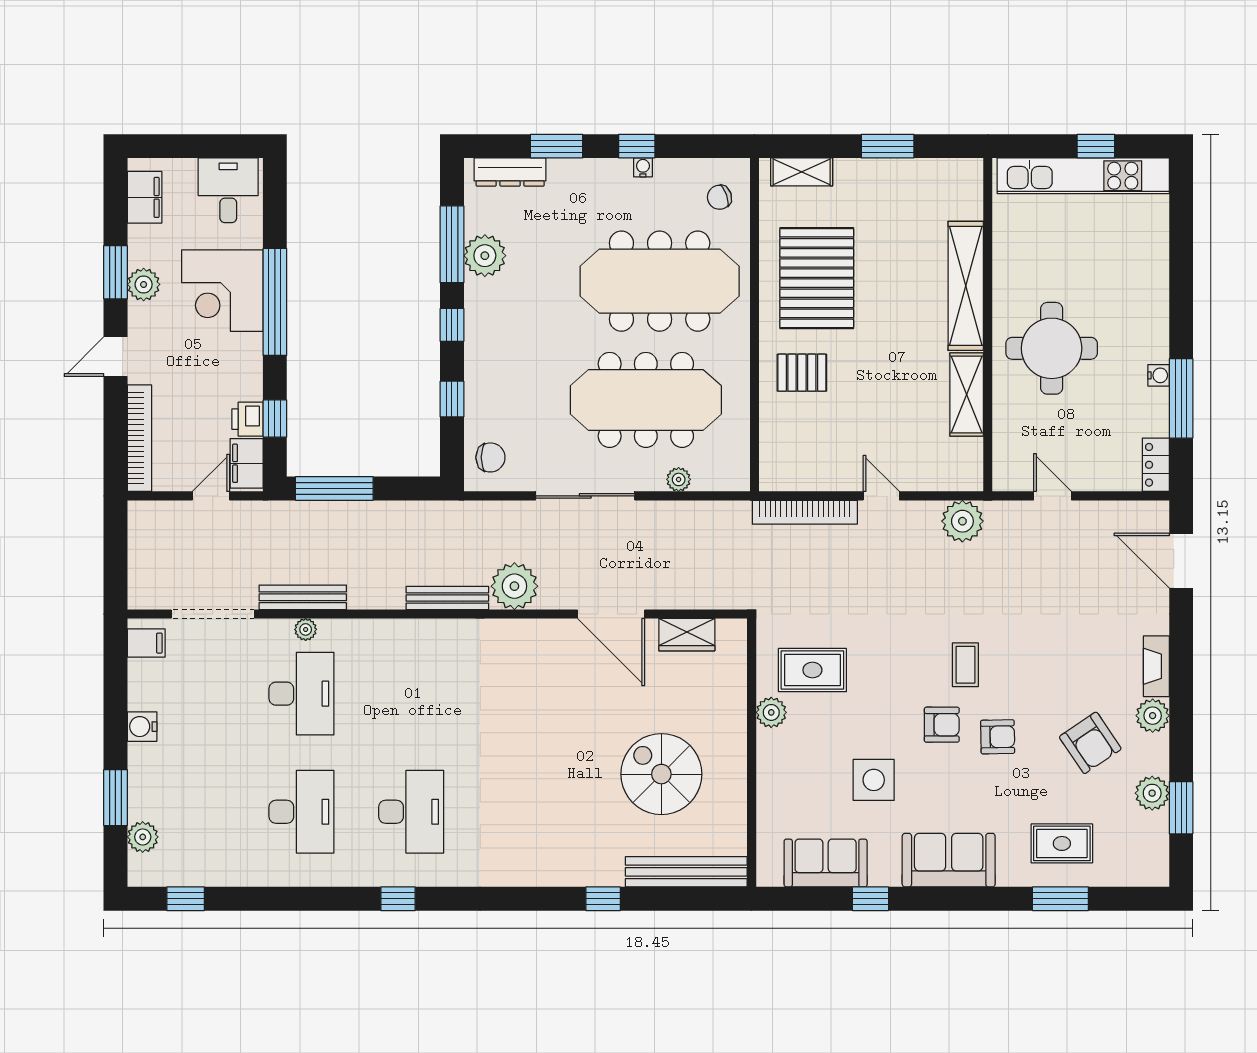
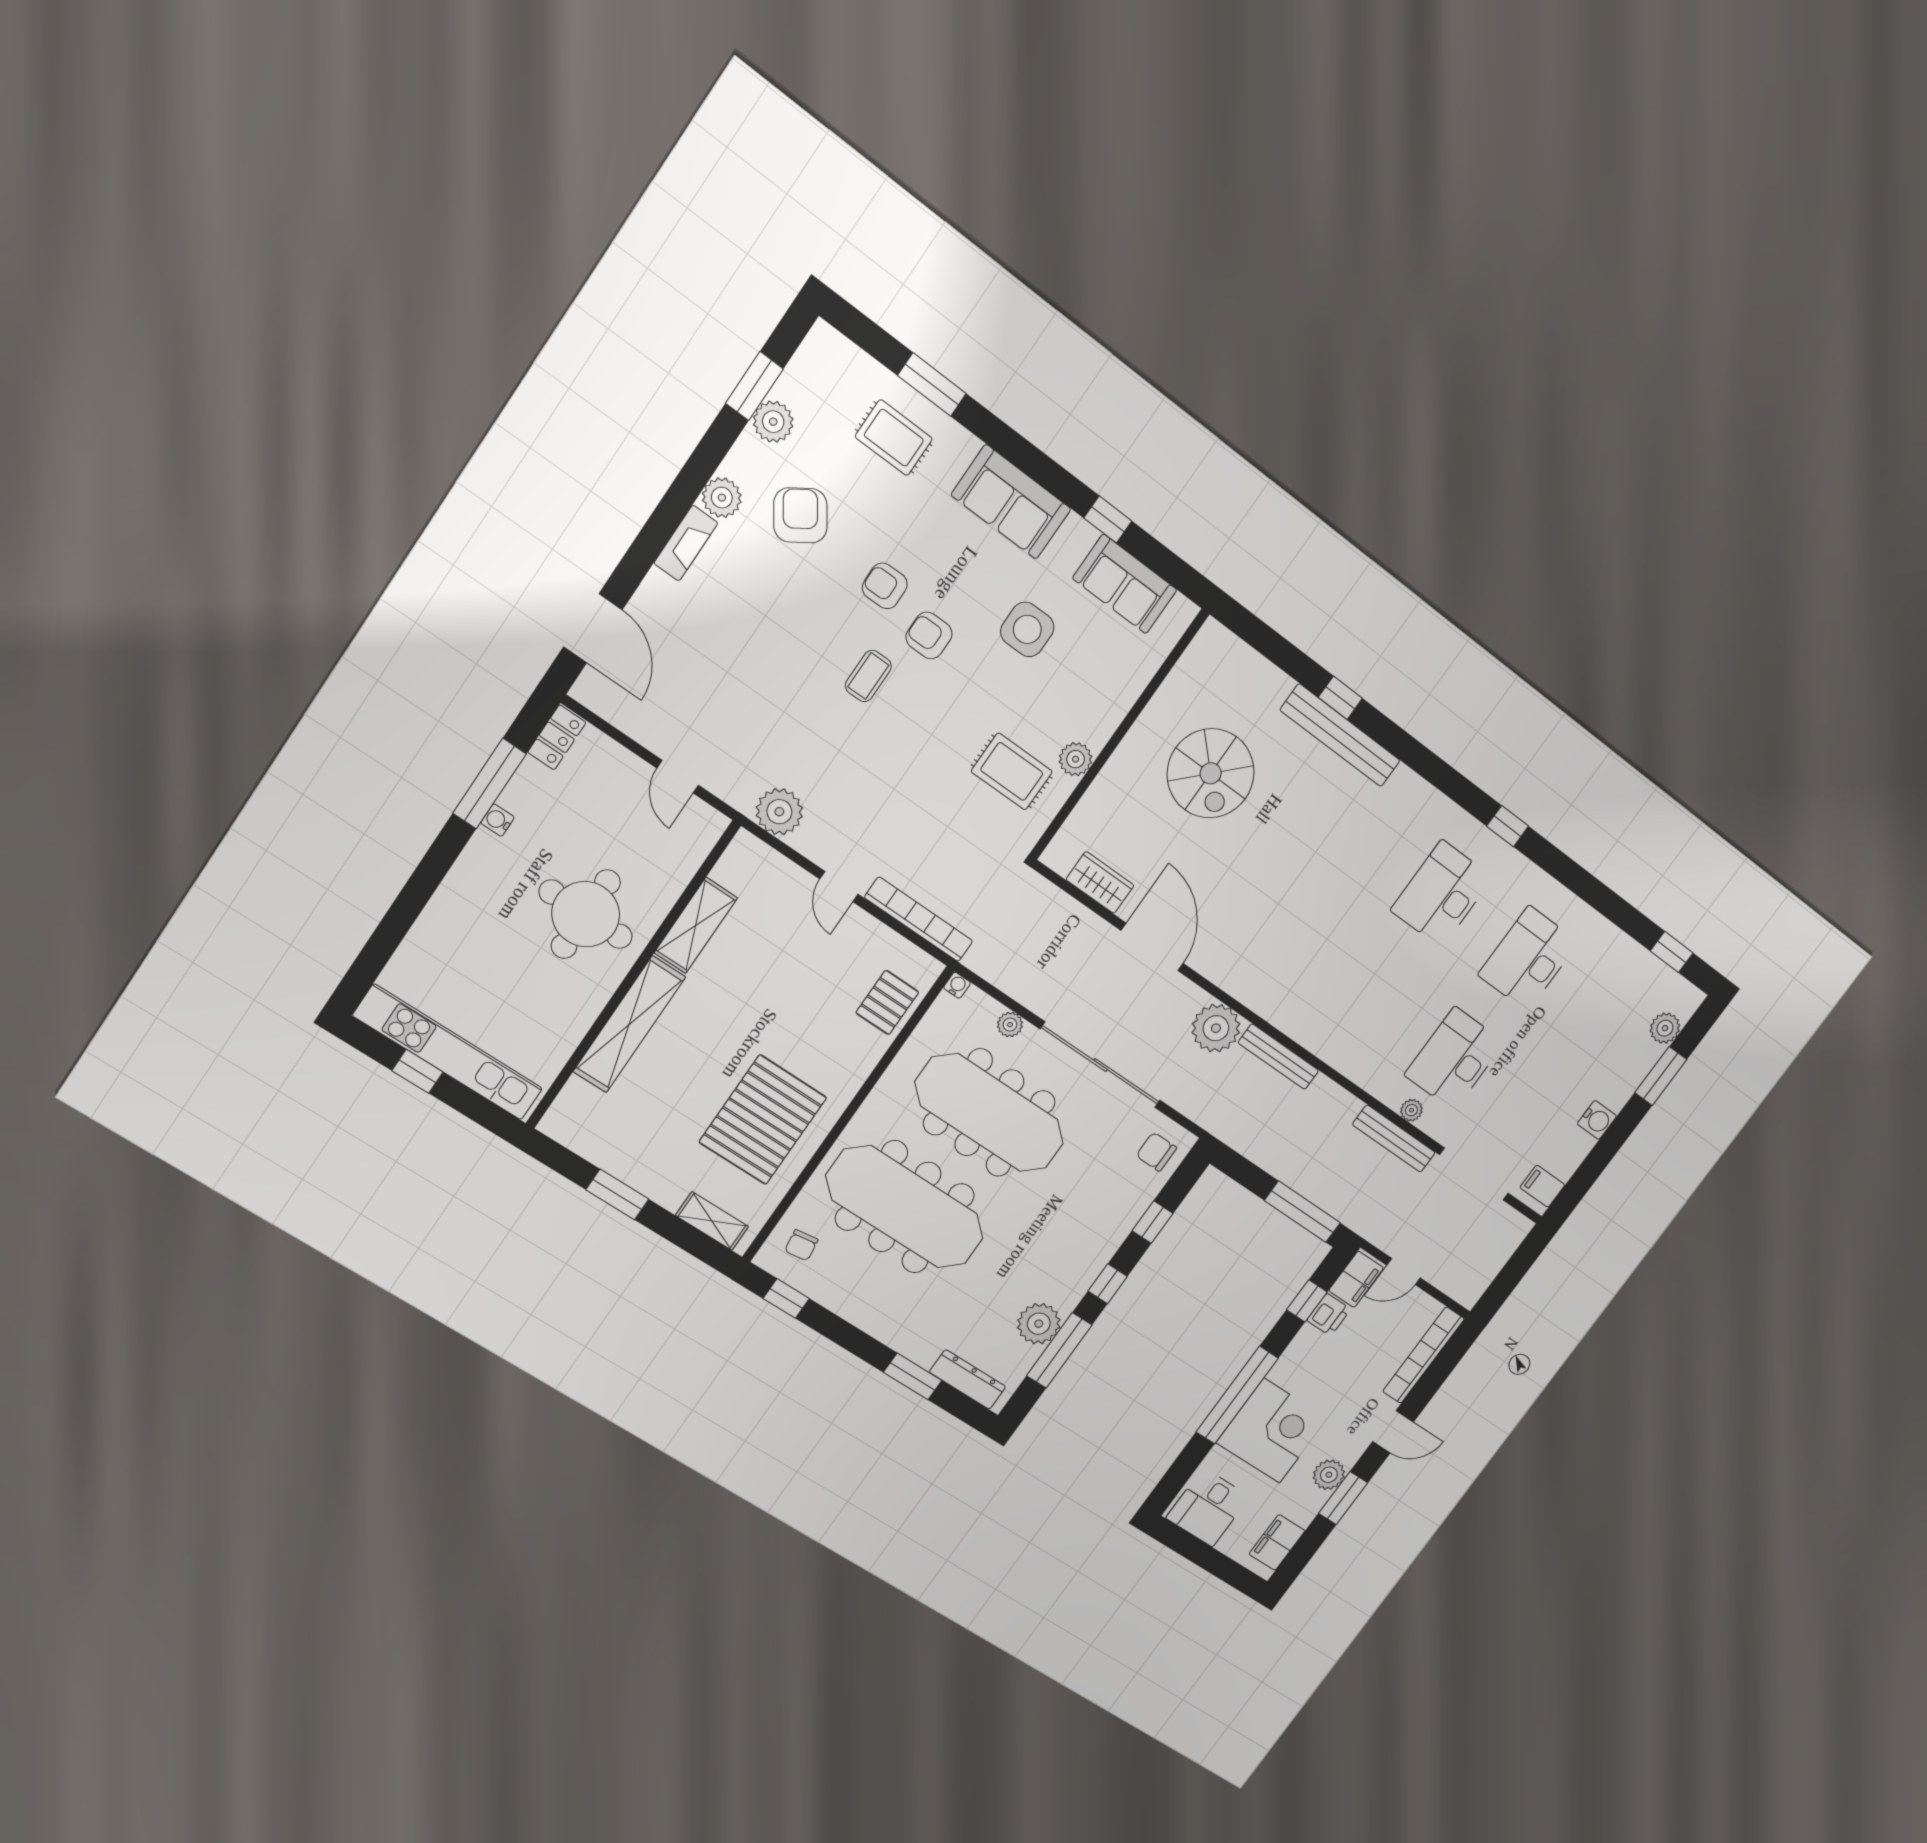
window: (637, 146) -> (786, 1298), moved
water cooler: (643, 167) -> (957, 985), moved, turned 180
chair: (719, 197) -> (801, 1245), turned 101
pallet: (802, 373) -> (887, 1002), moved, turned 90
sliding door: (585, 496) -> (1100, 1065), width x1.36
bench: (686, 872) -> (1340, 735), moved

